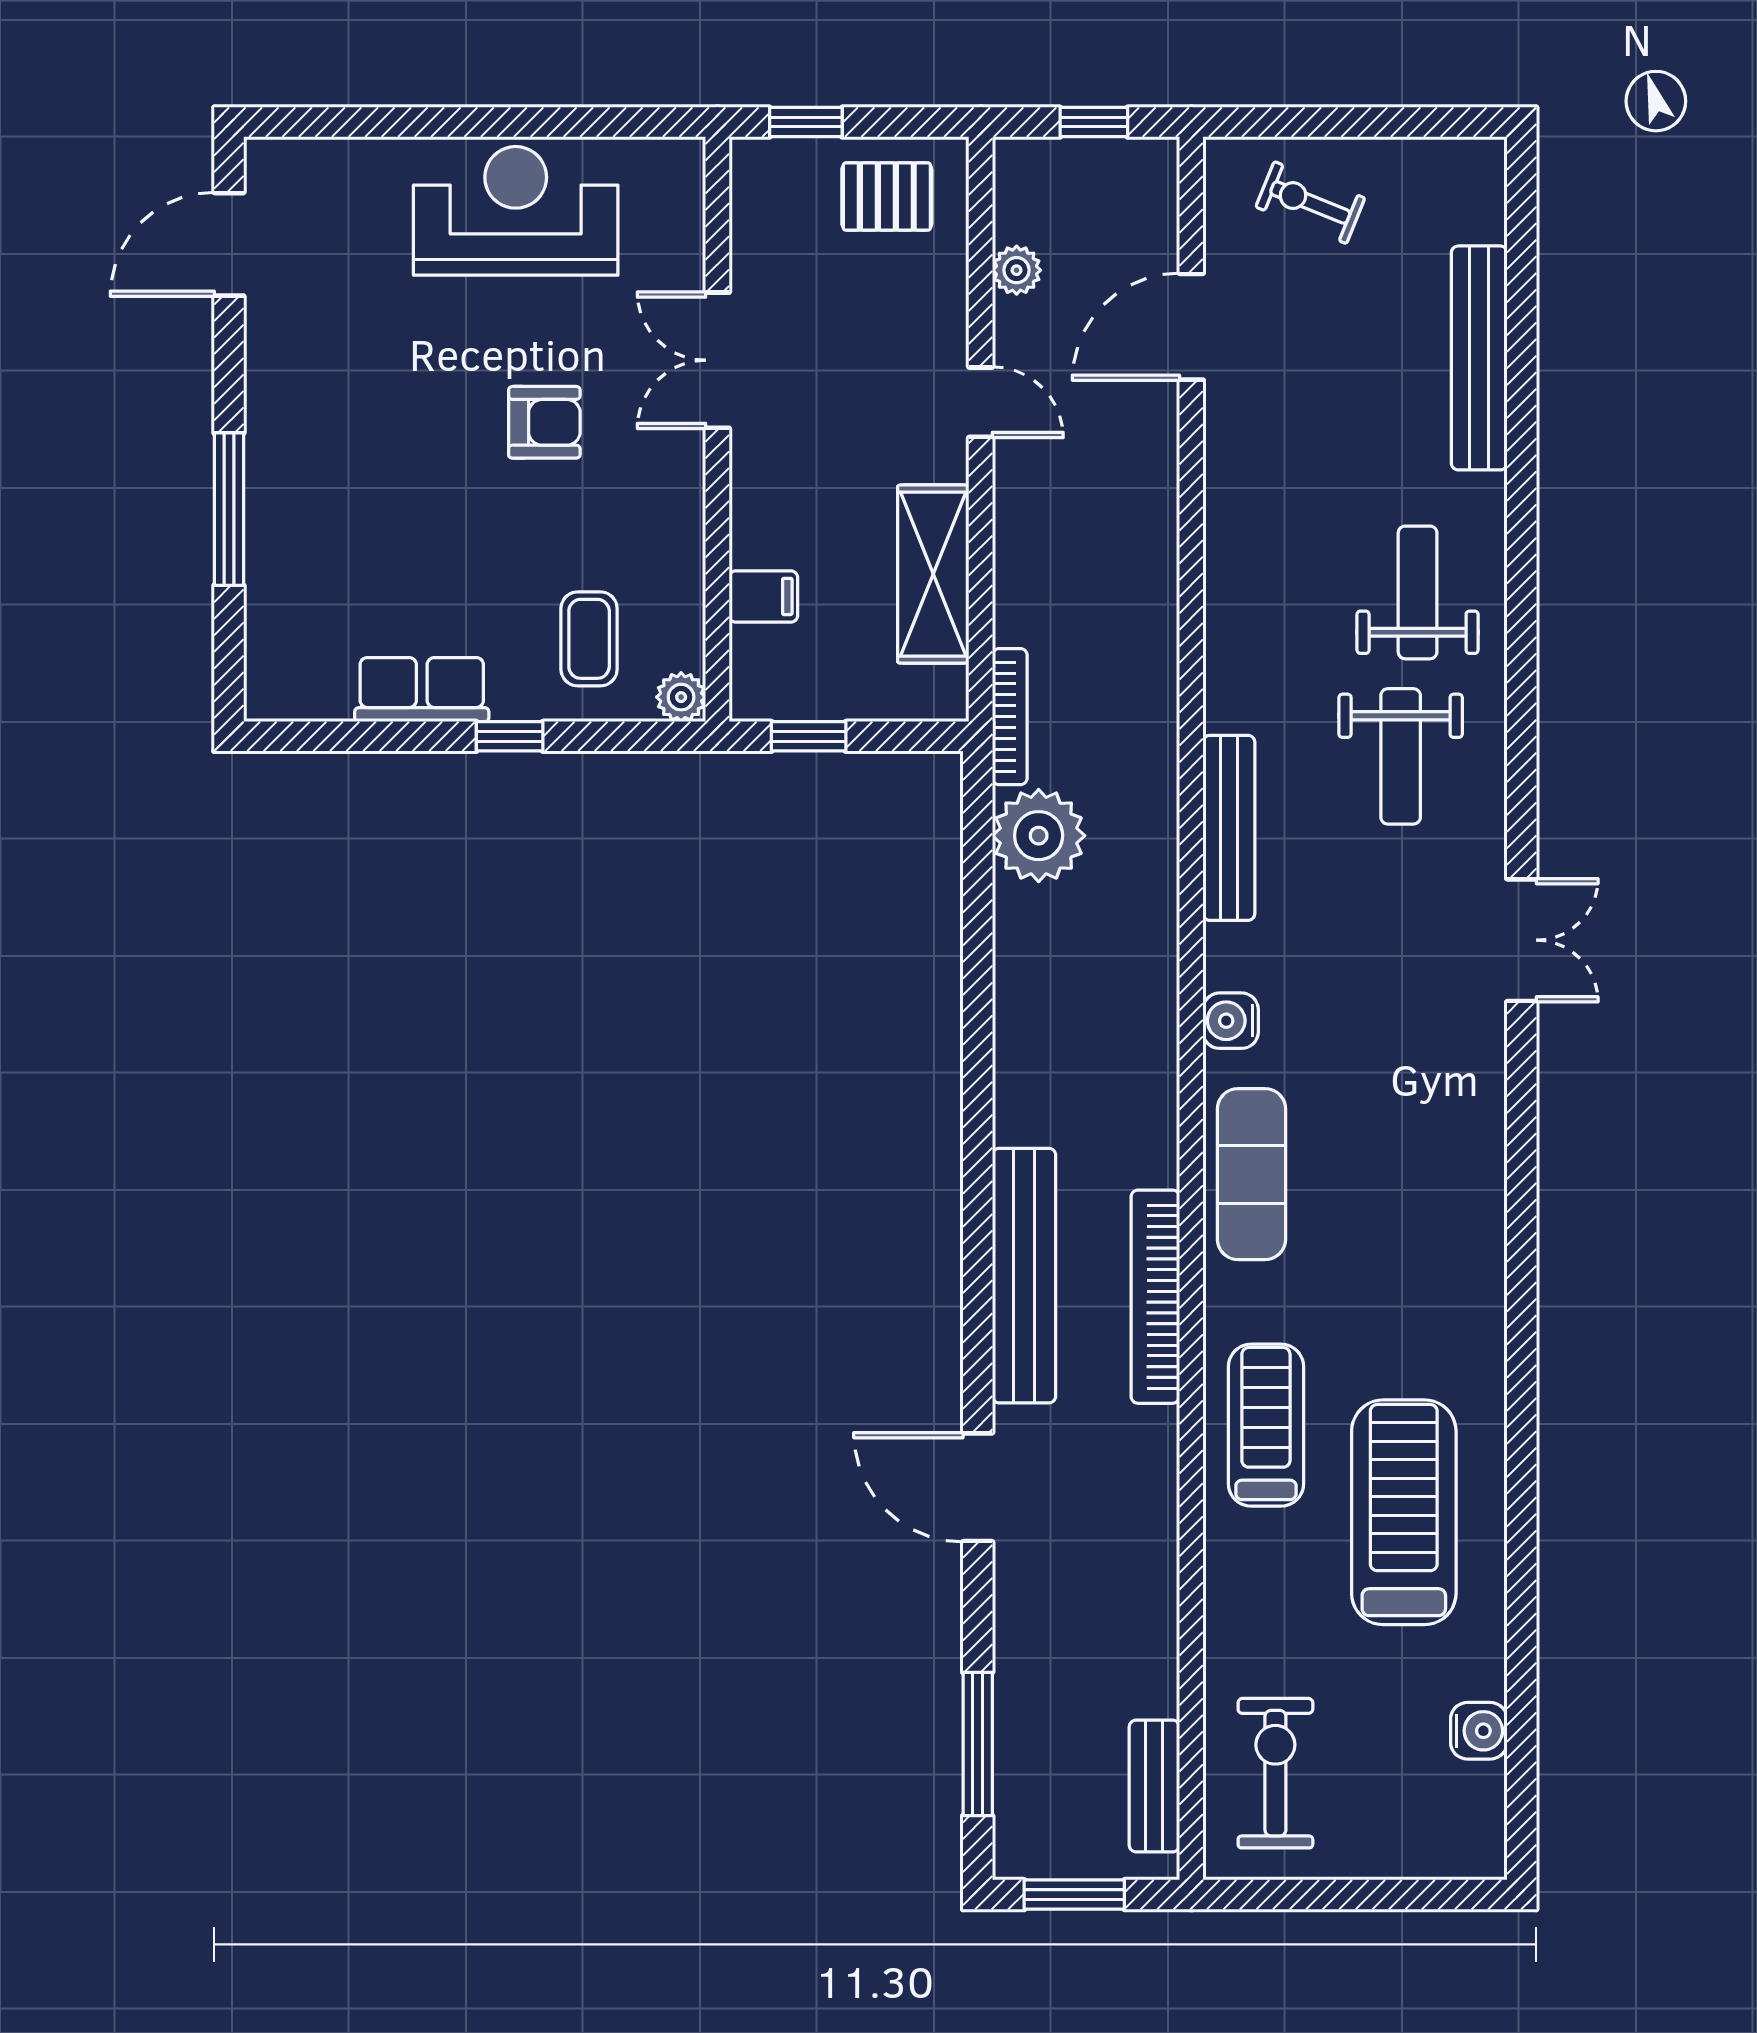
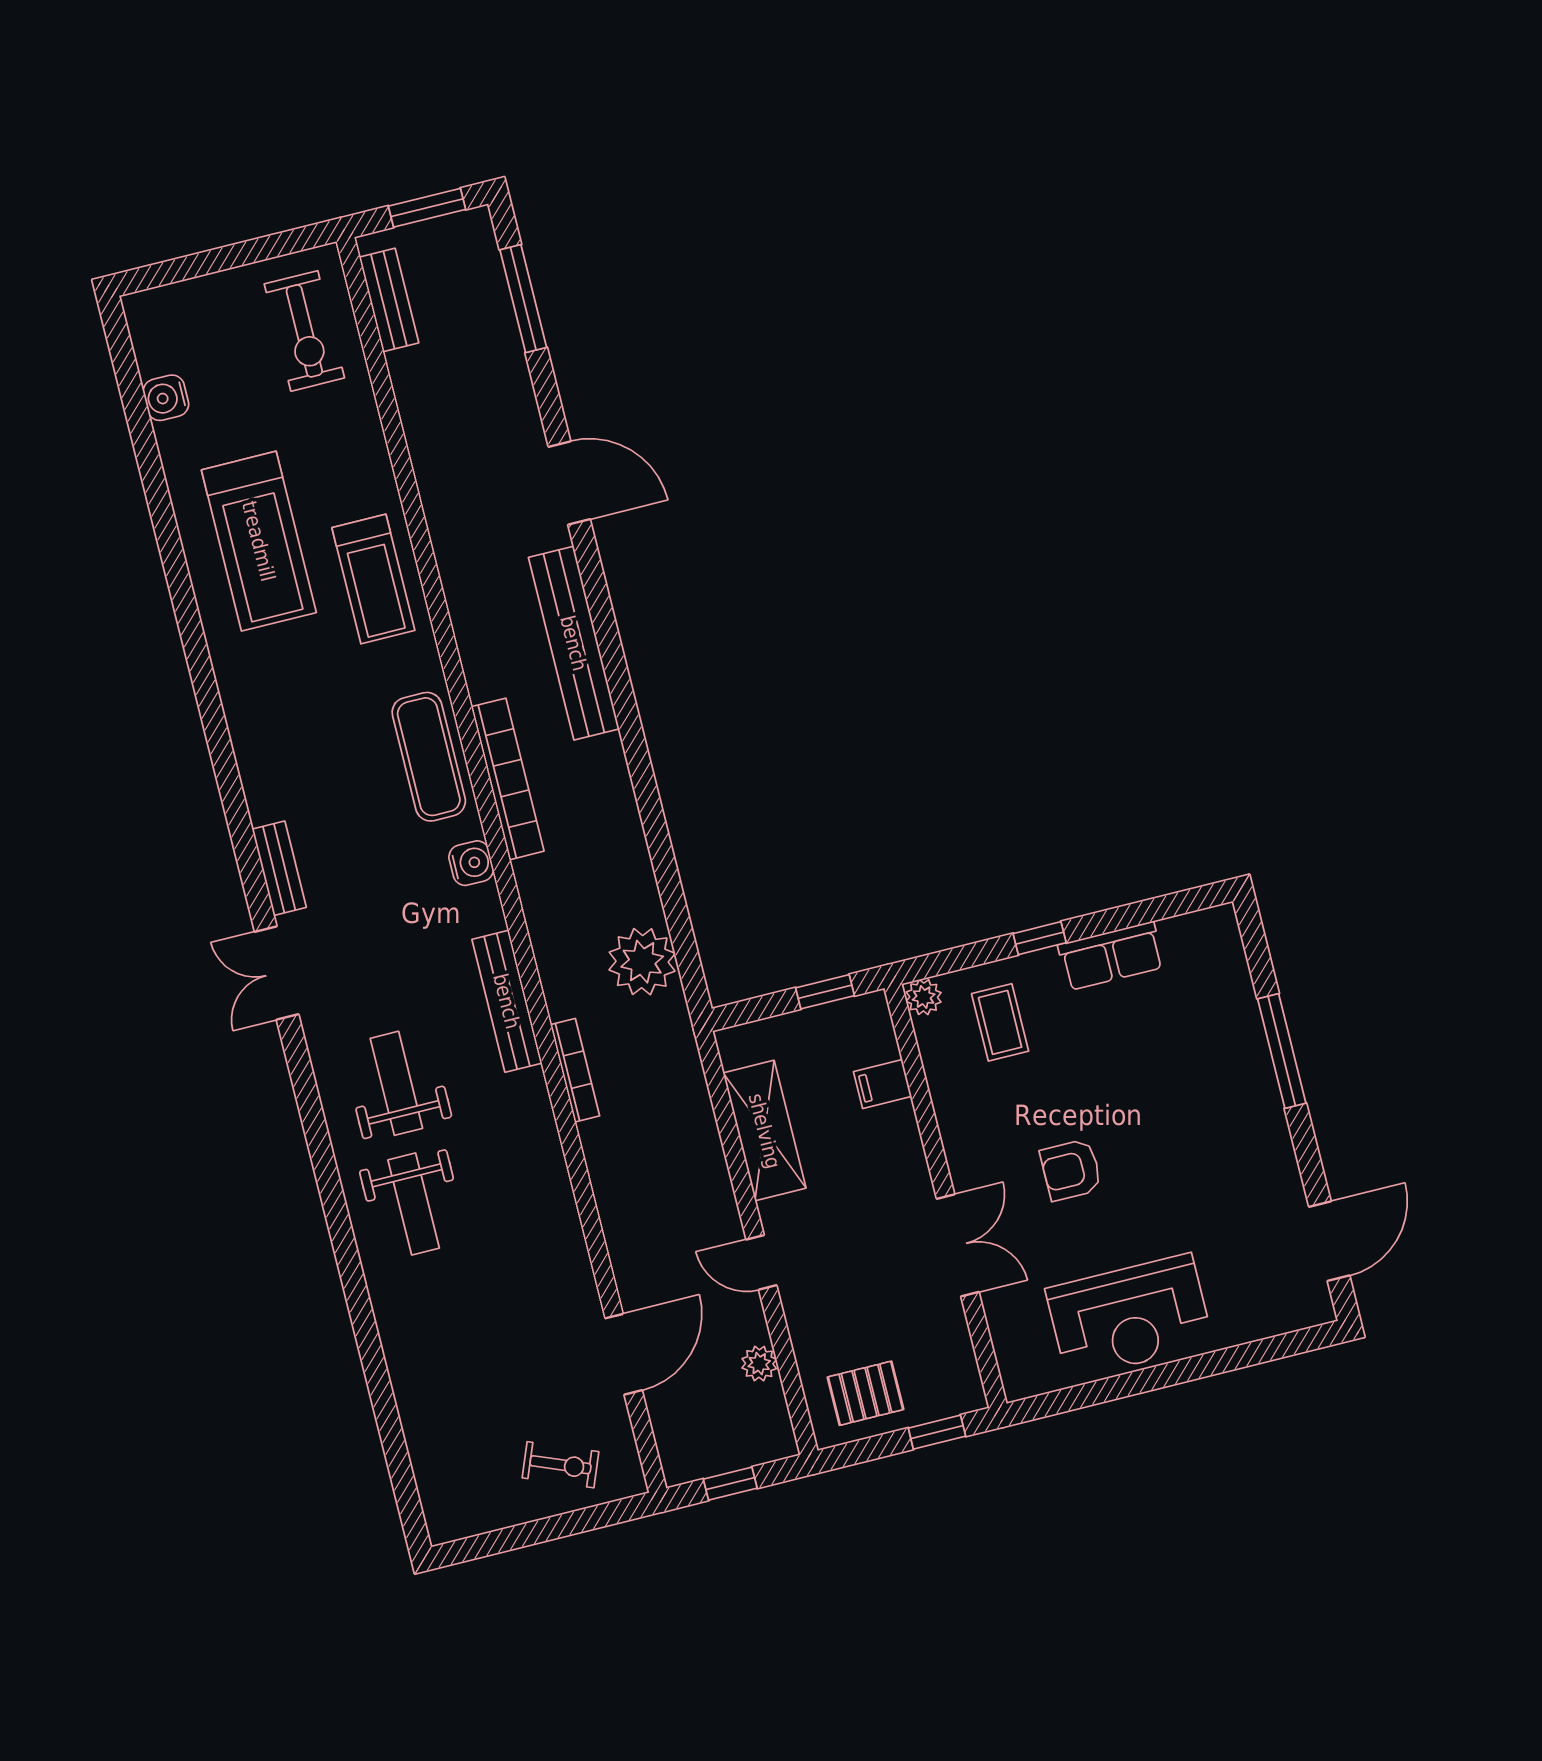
bench: (1479, 358) -> (279, 868), moved, width x0.54, depth x0.82
bookcase: (1010, 717) -> (575, 1070), moved, turned 180
bookcase: (1155, 1297) -> (508, 779), moved

